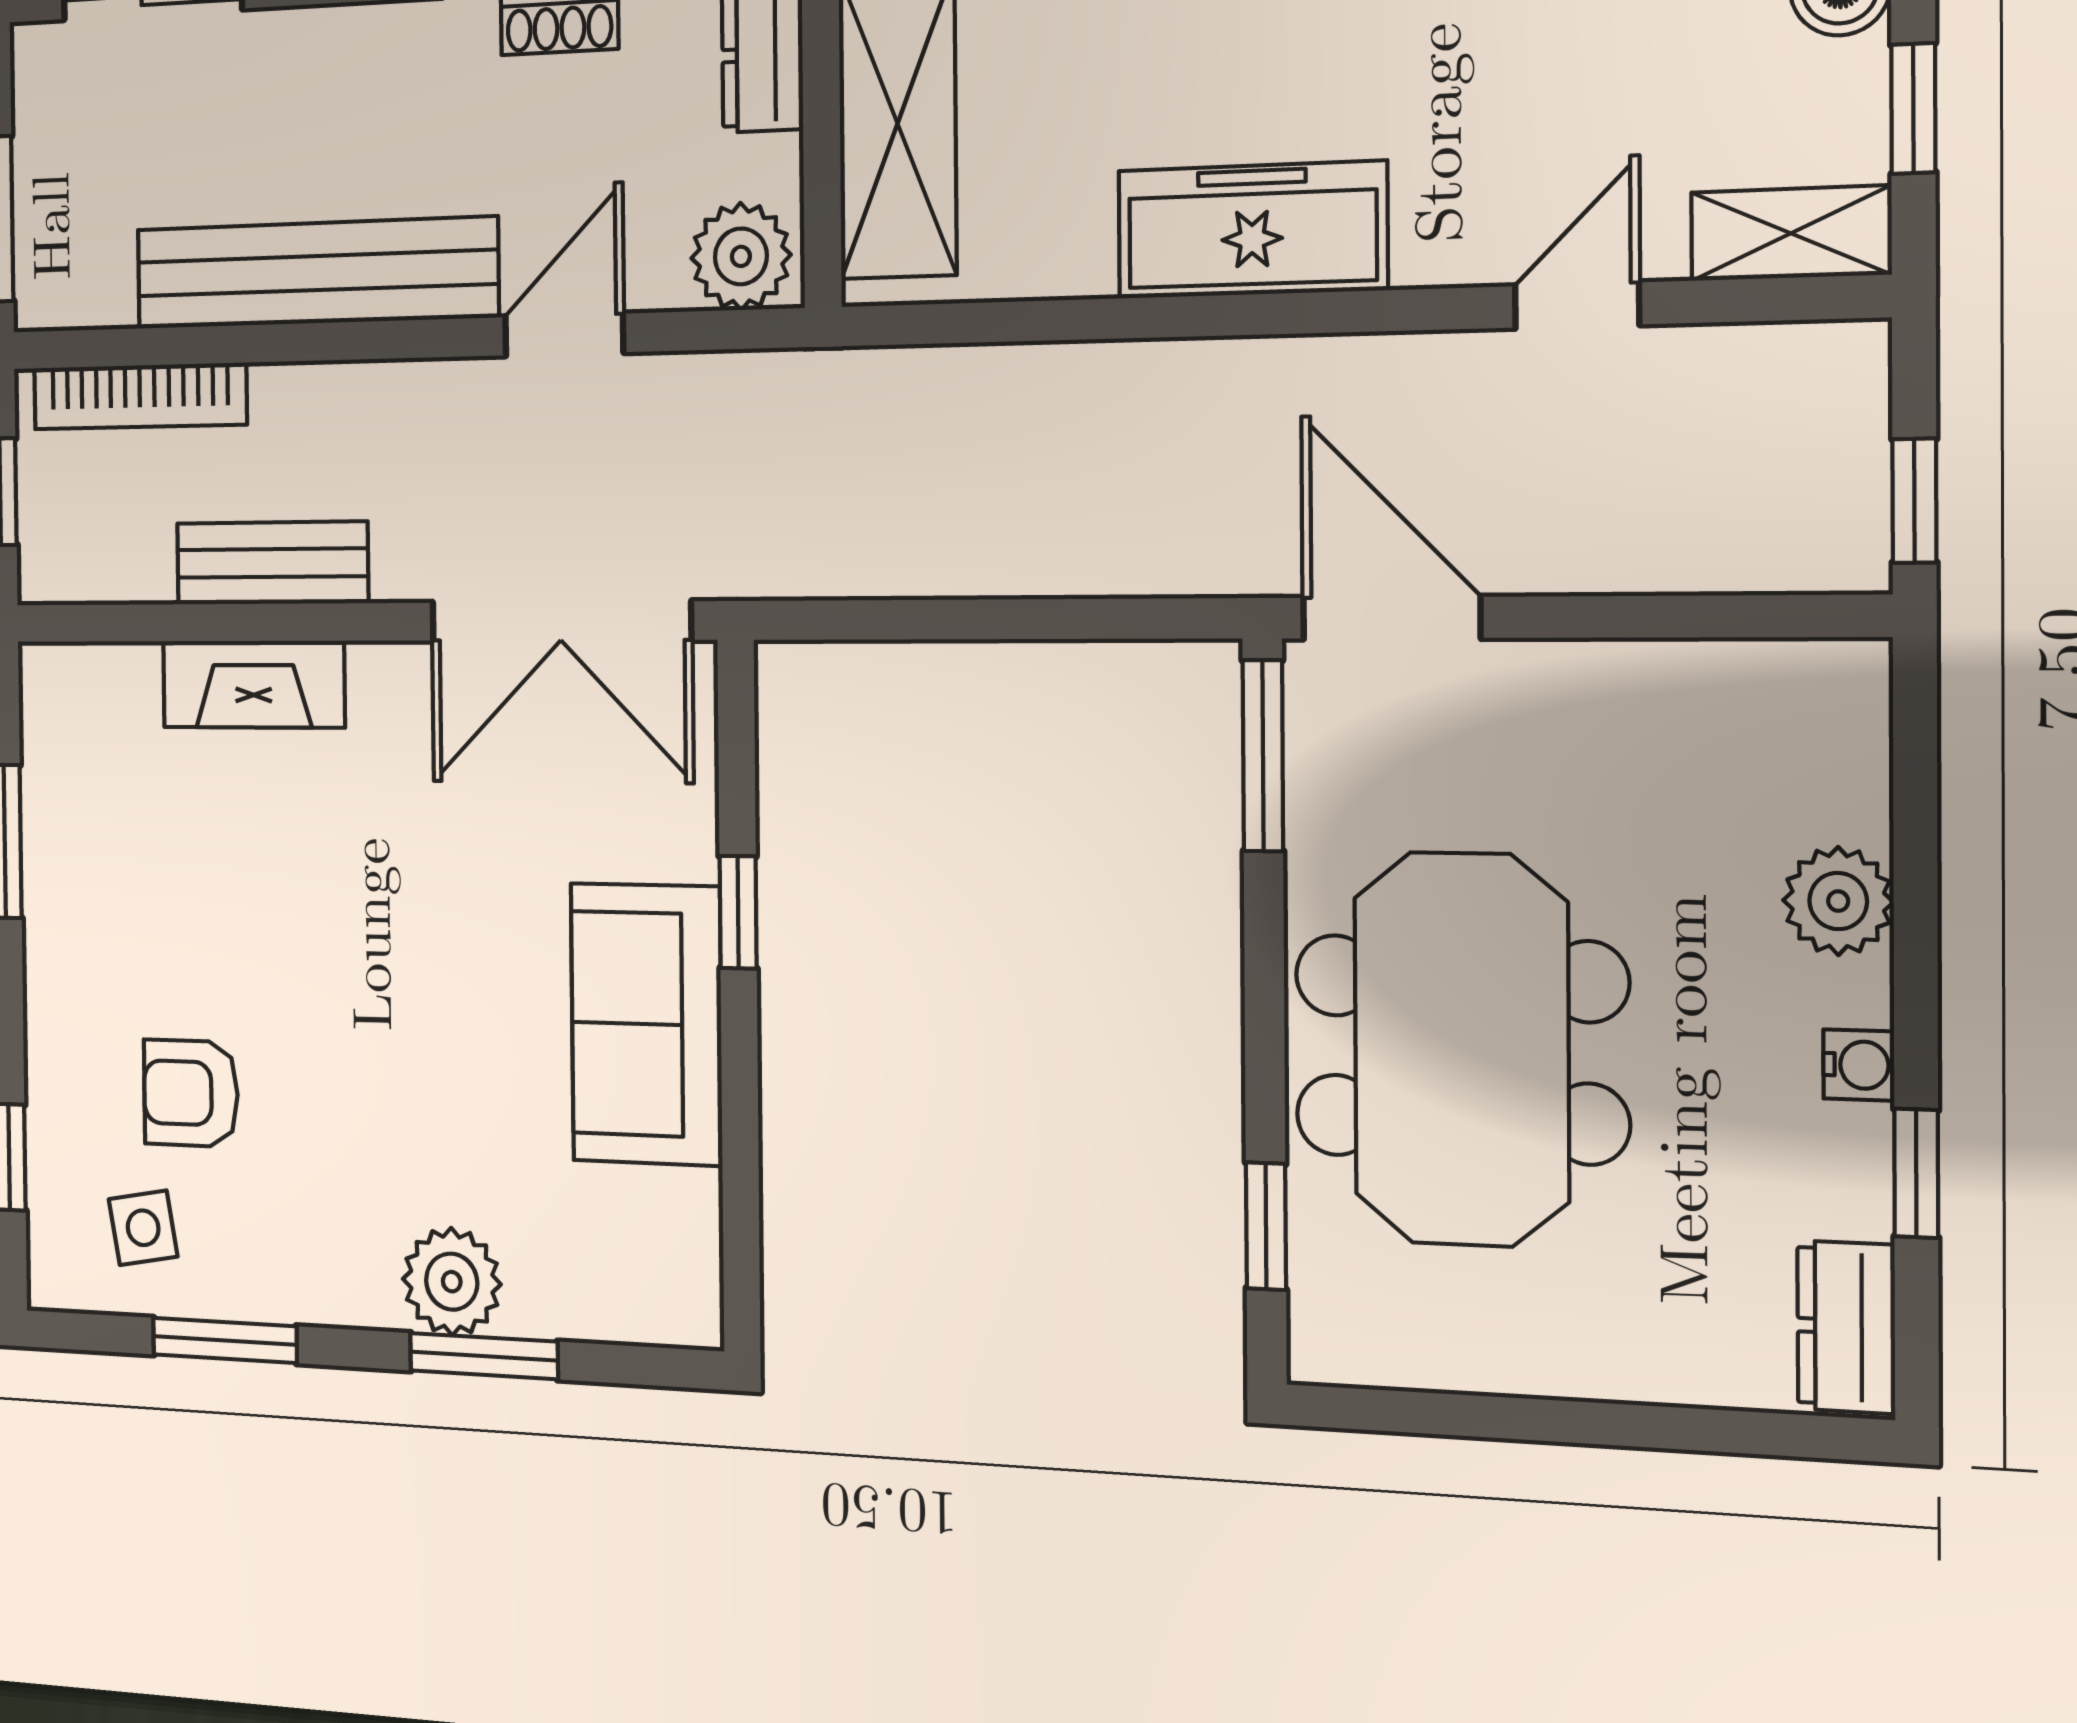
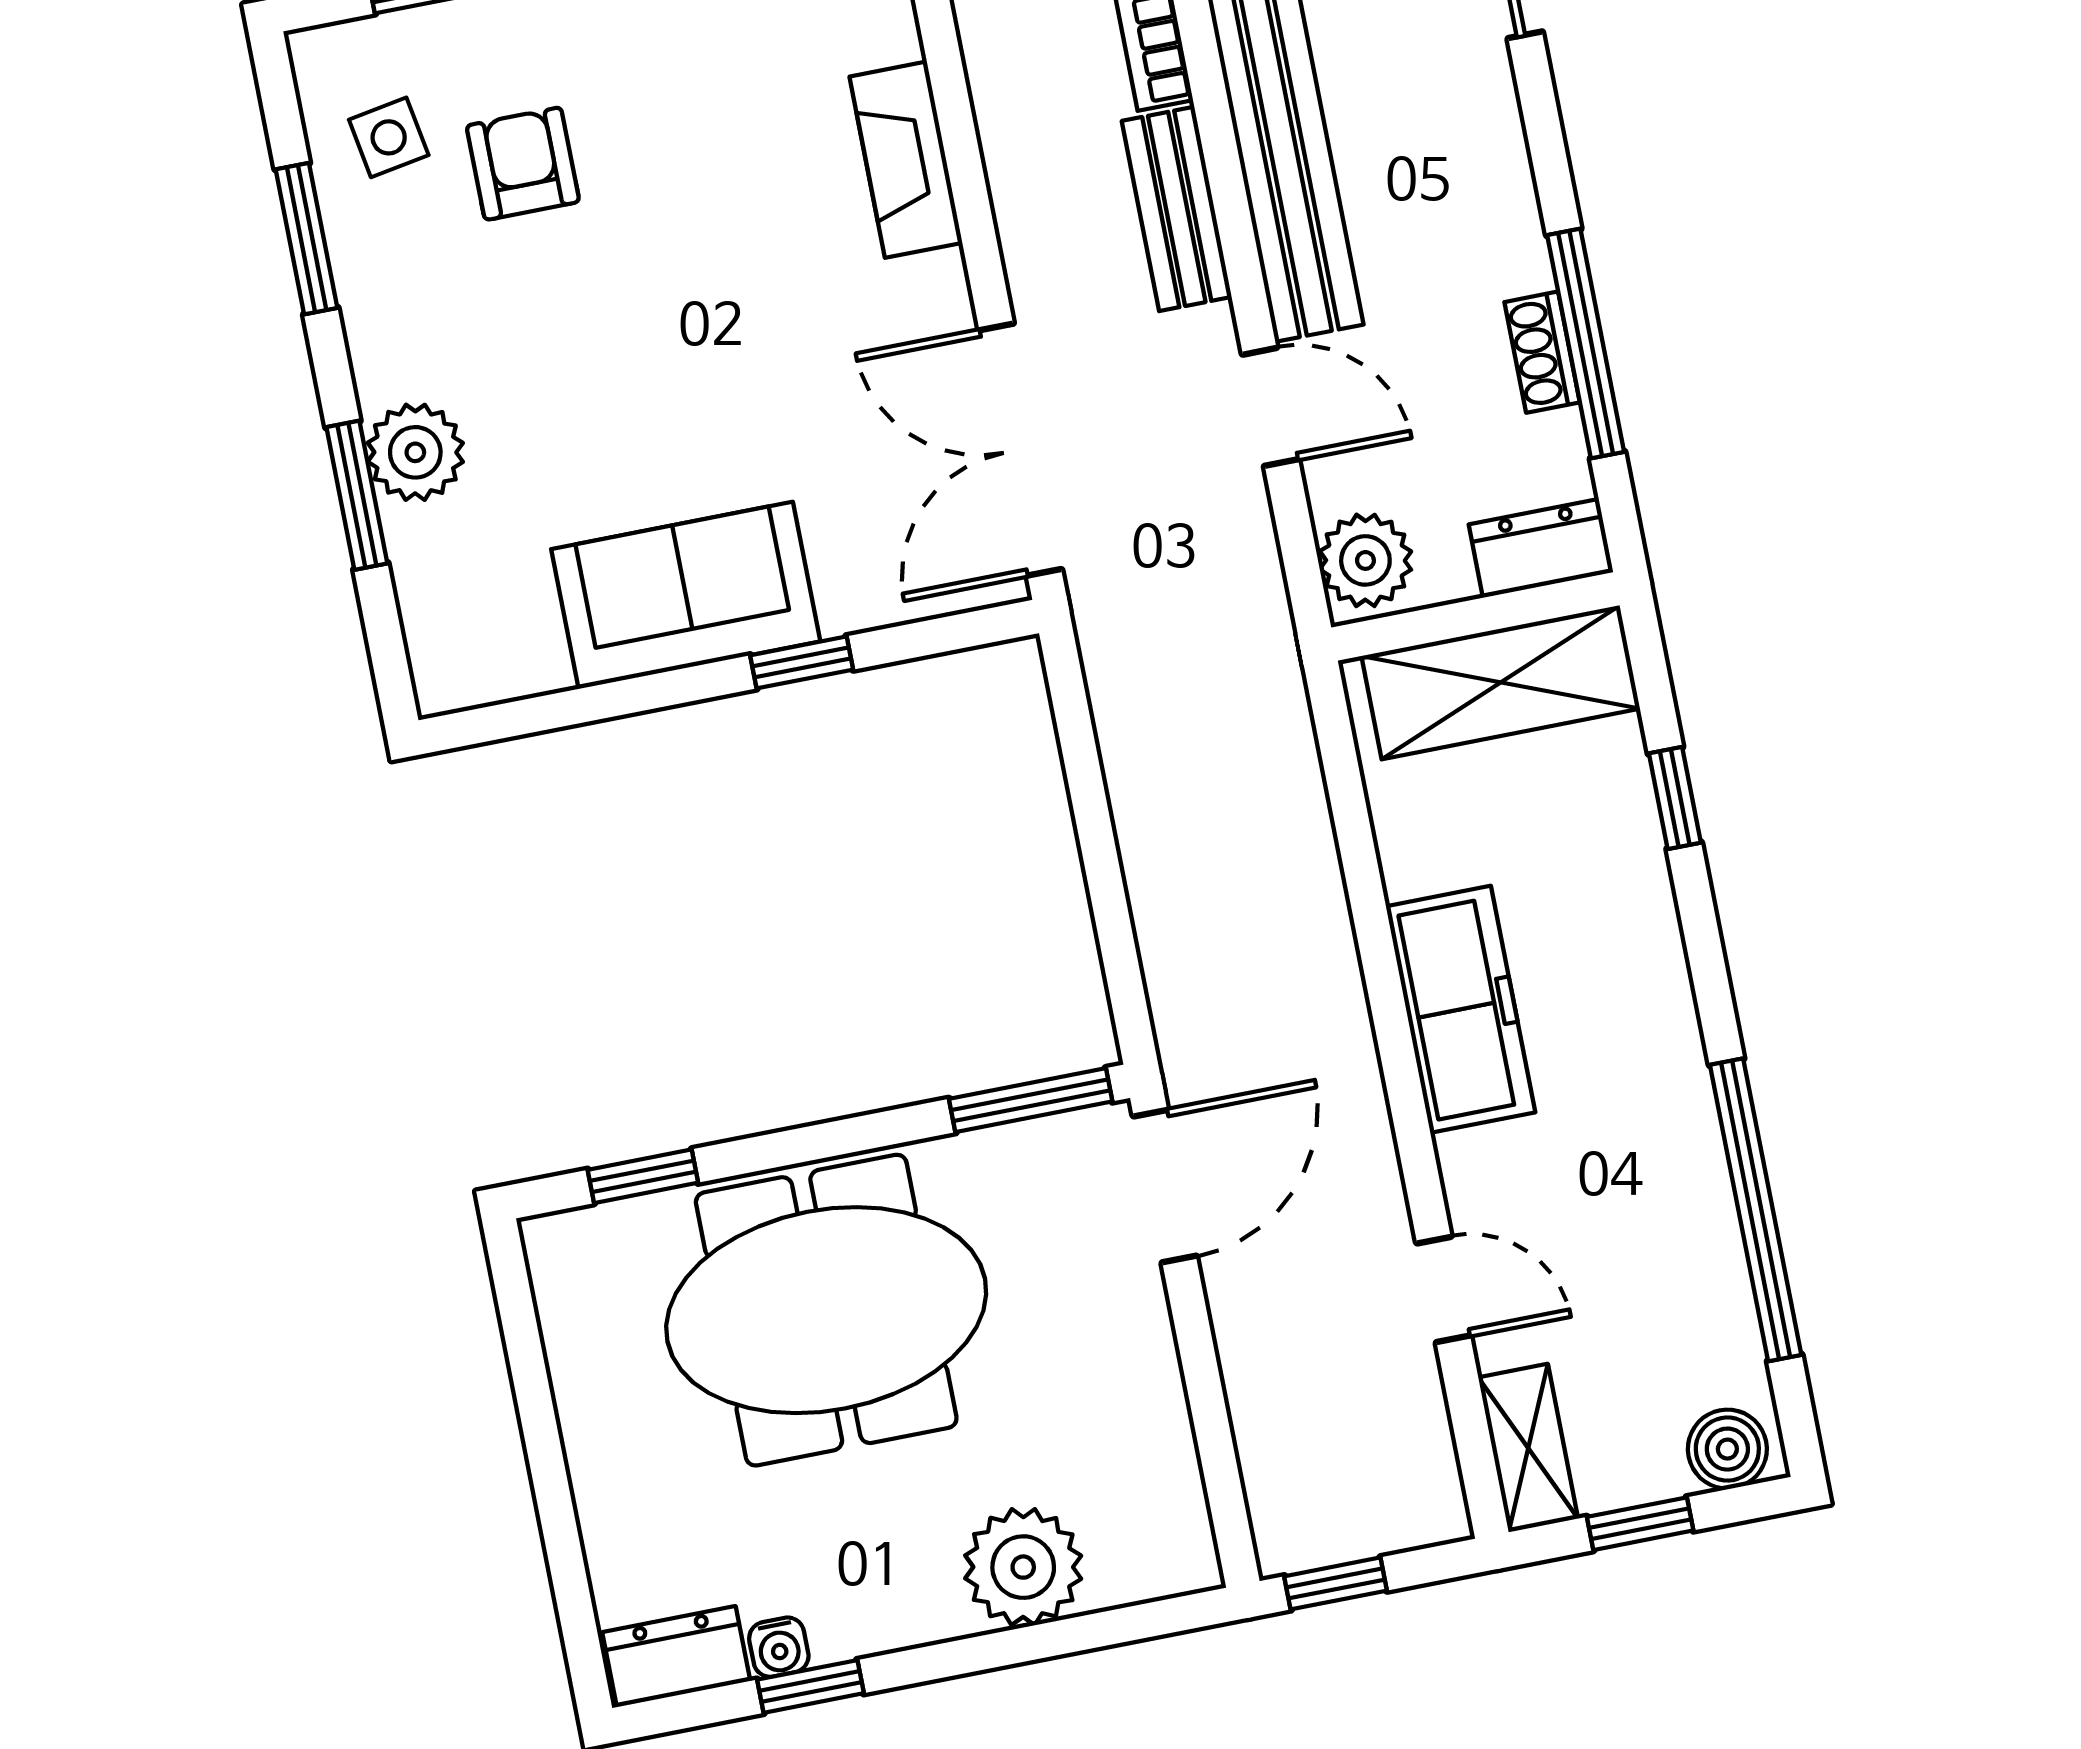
bench: (272, 563) -> (1177, 209), moved
plant: (1838, 901) -> (1023, 1567), width x1.36, depth x1.36
water cooler: (1859, 1065) -> (779, 1647), moved

